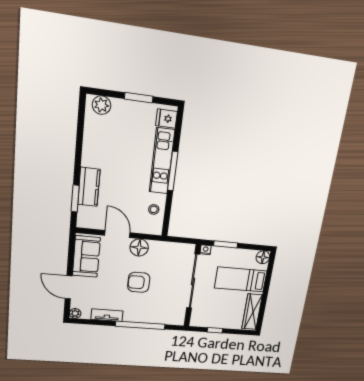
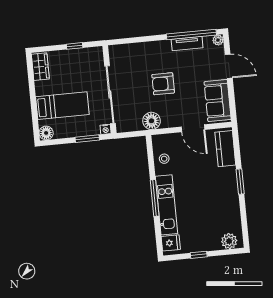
window: (139, 98) -> (199, 255), width x0.67
kitchen counter: (89, 187) -> (225, 149), moved
window: (75, 199) -> (240, 182), moved
floor lamp: (139, 248) -> (152, 121), moved
armchair: (139, 282) -> (163, 84), turned 180
wardrobe: (252, 312) -> (40, 67), width x0.67
window: (140, 325) -> (191, 34), moved

